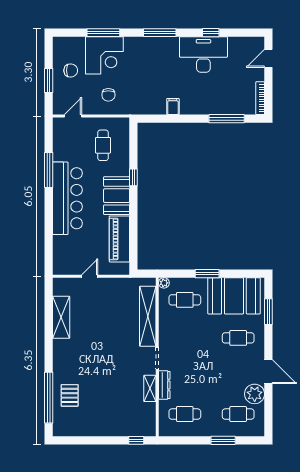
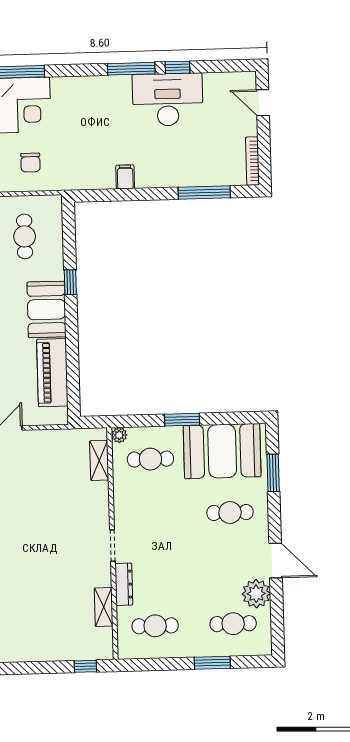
window: (160, 33) -> (131, 69), moved
door: (268, 58) -> (263, 103), hinge flipped
shelving: (148, 316) -> (99, 460), width x0.45, depth x0.75
shelving: (150, 388) -> (104, 607), moved

